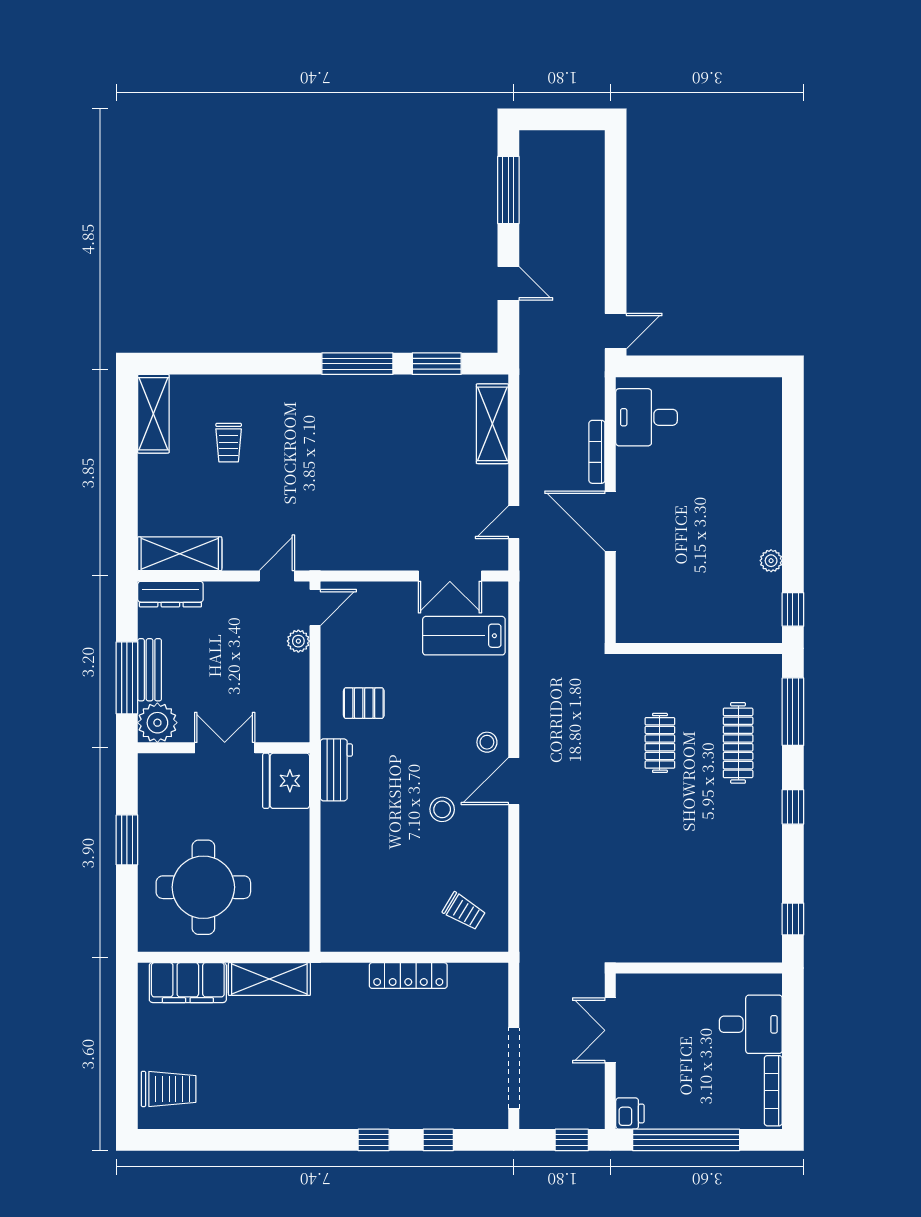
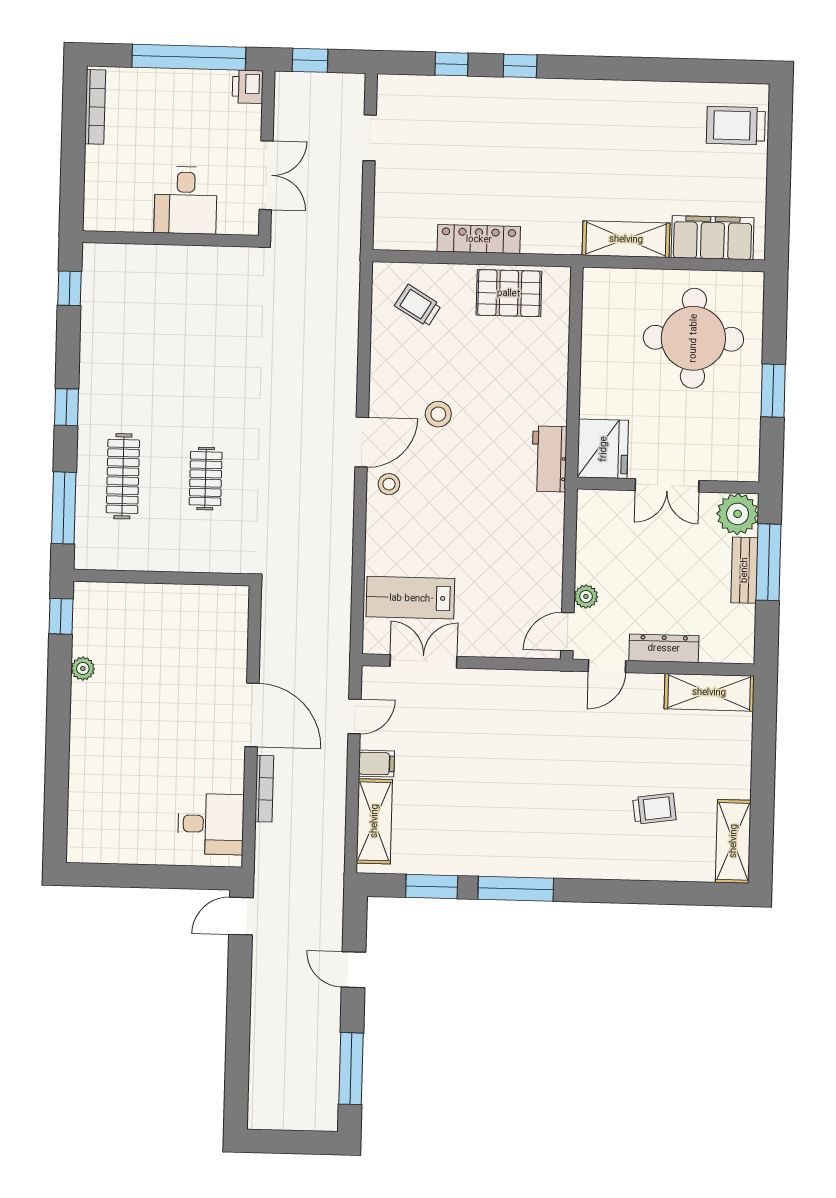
trolley: (229, 443) -> (654, 809), turned 82
filing cabinet: (492, 478) -> (377, 764), added
dresser: (170, 594) -> (664, 648), moved
lab bench: (464, 636) -> (410, 598), turned 180
pallet: (364, 703) -> (509, 293), moved, width x1.50, depth x1.42
desk: (751, 1024) -> (186, 200), moved, turned -90
doorway: (514, 1068) -> (370, 138), width x0.53

